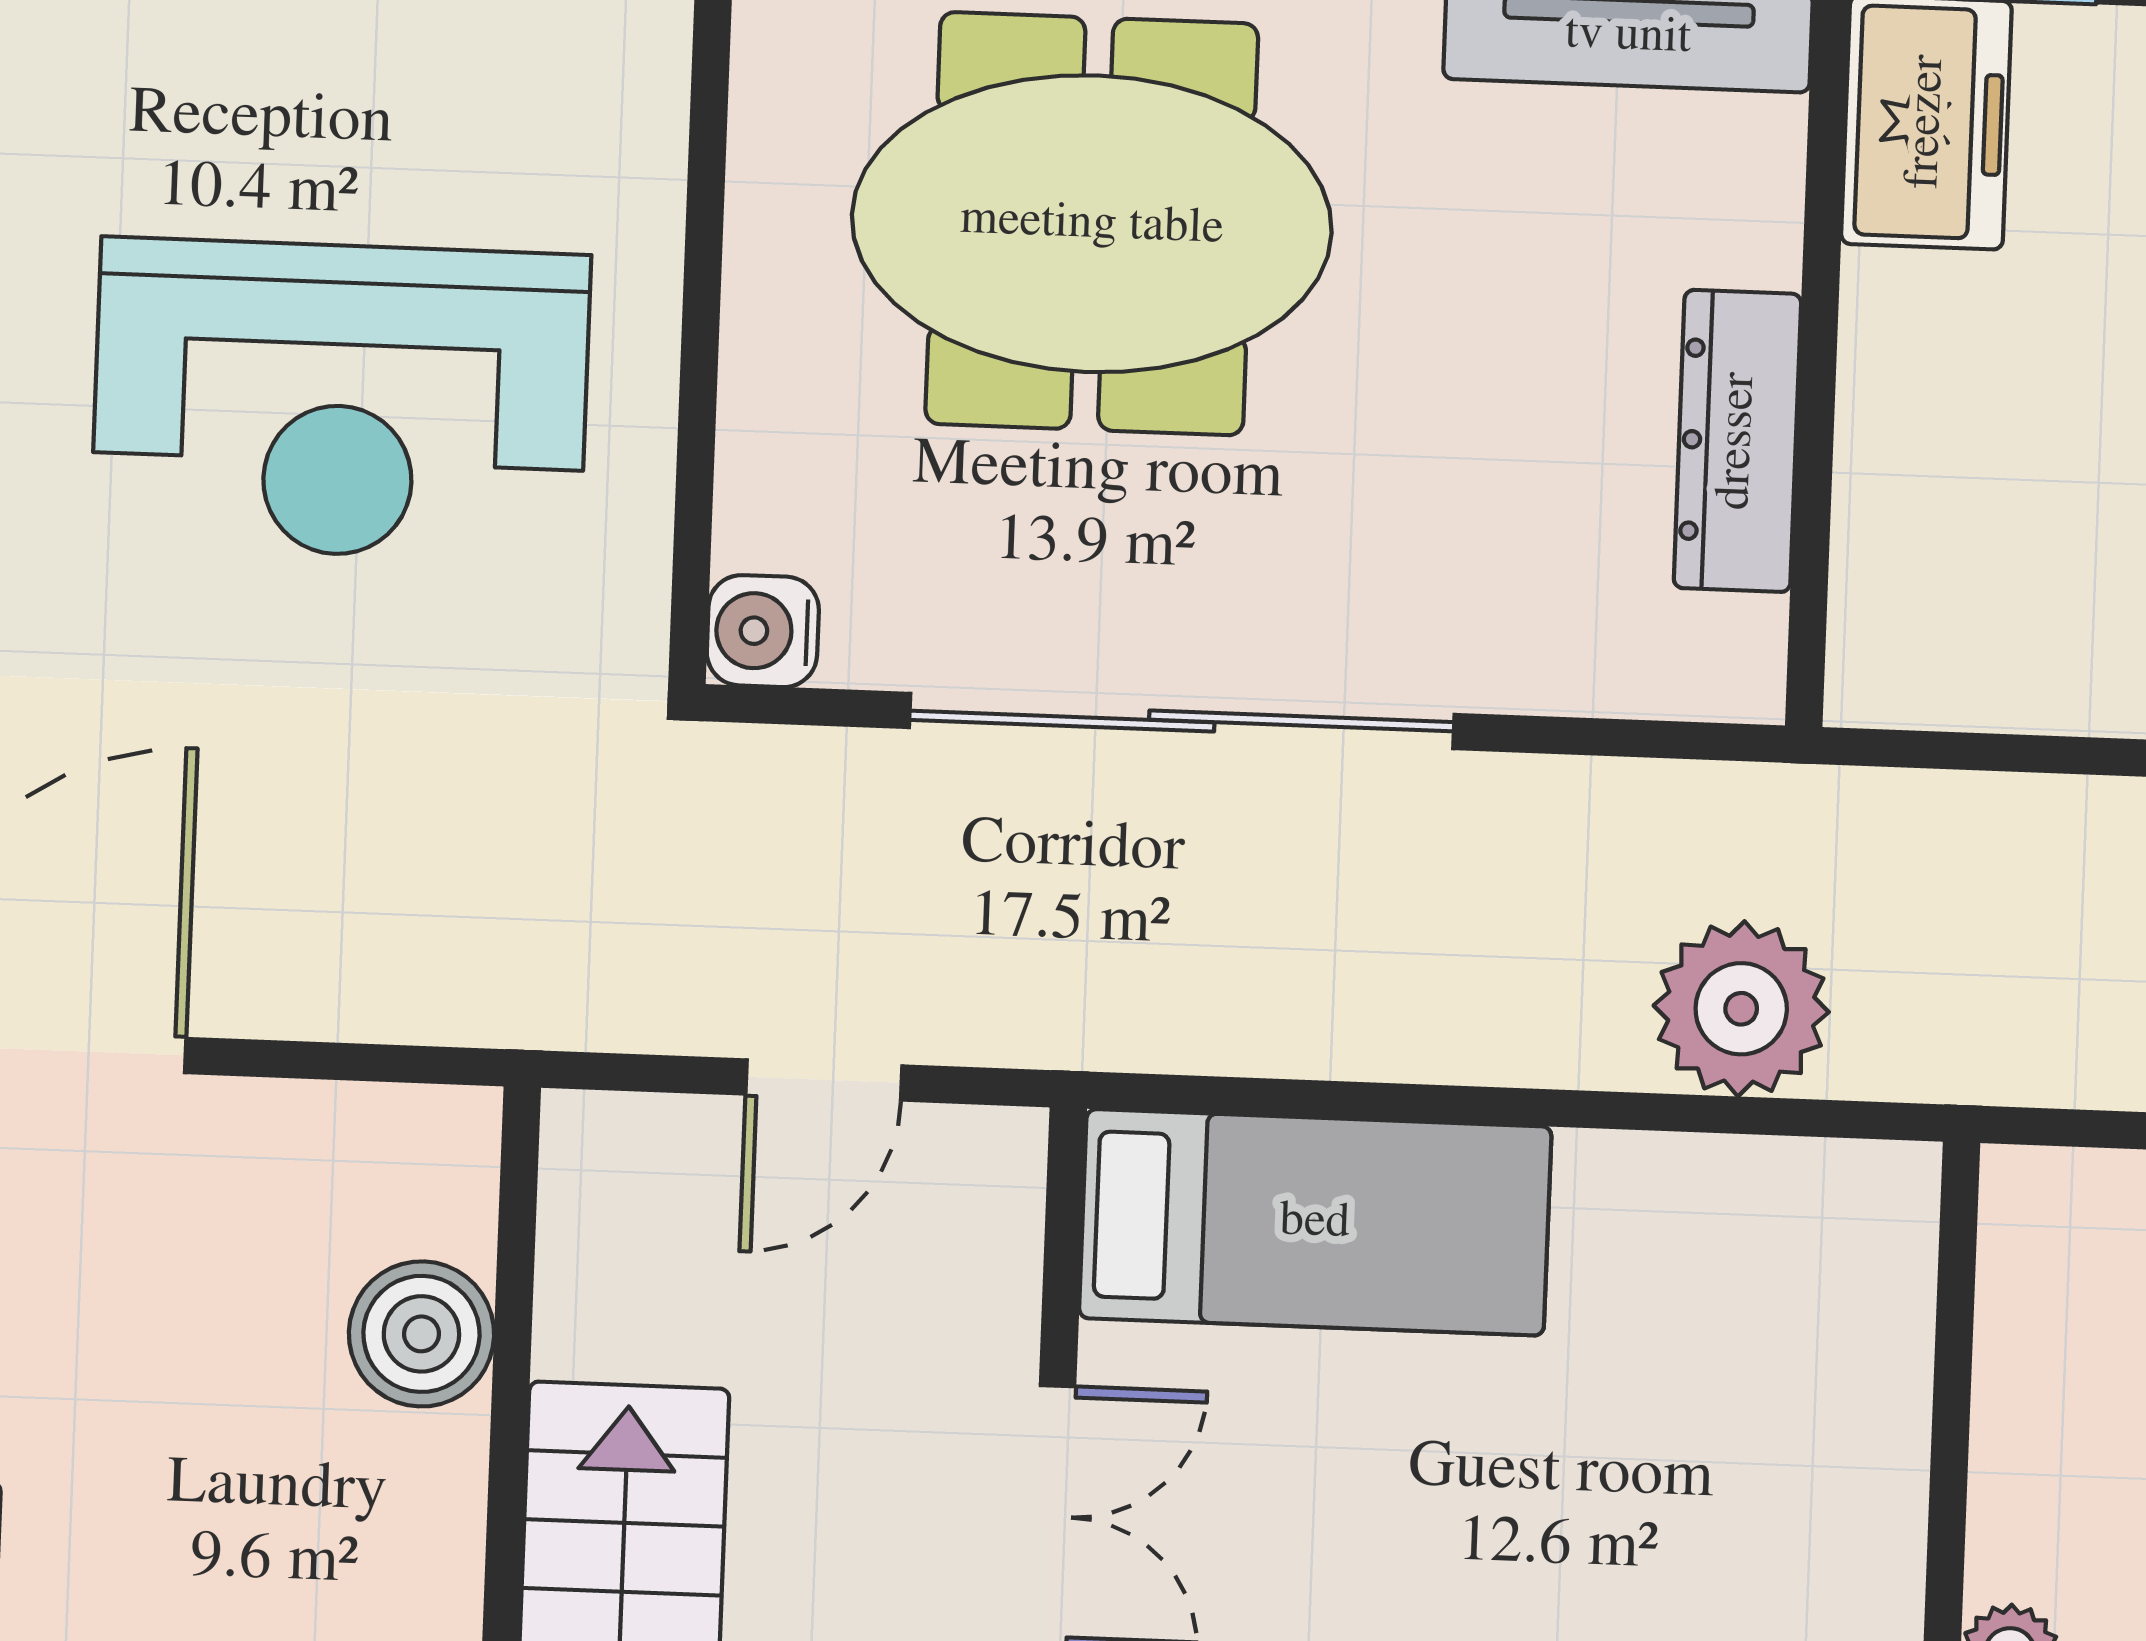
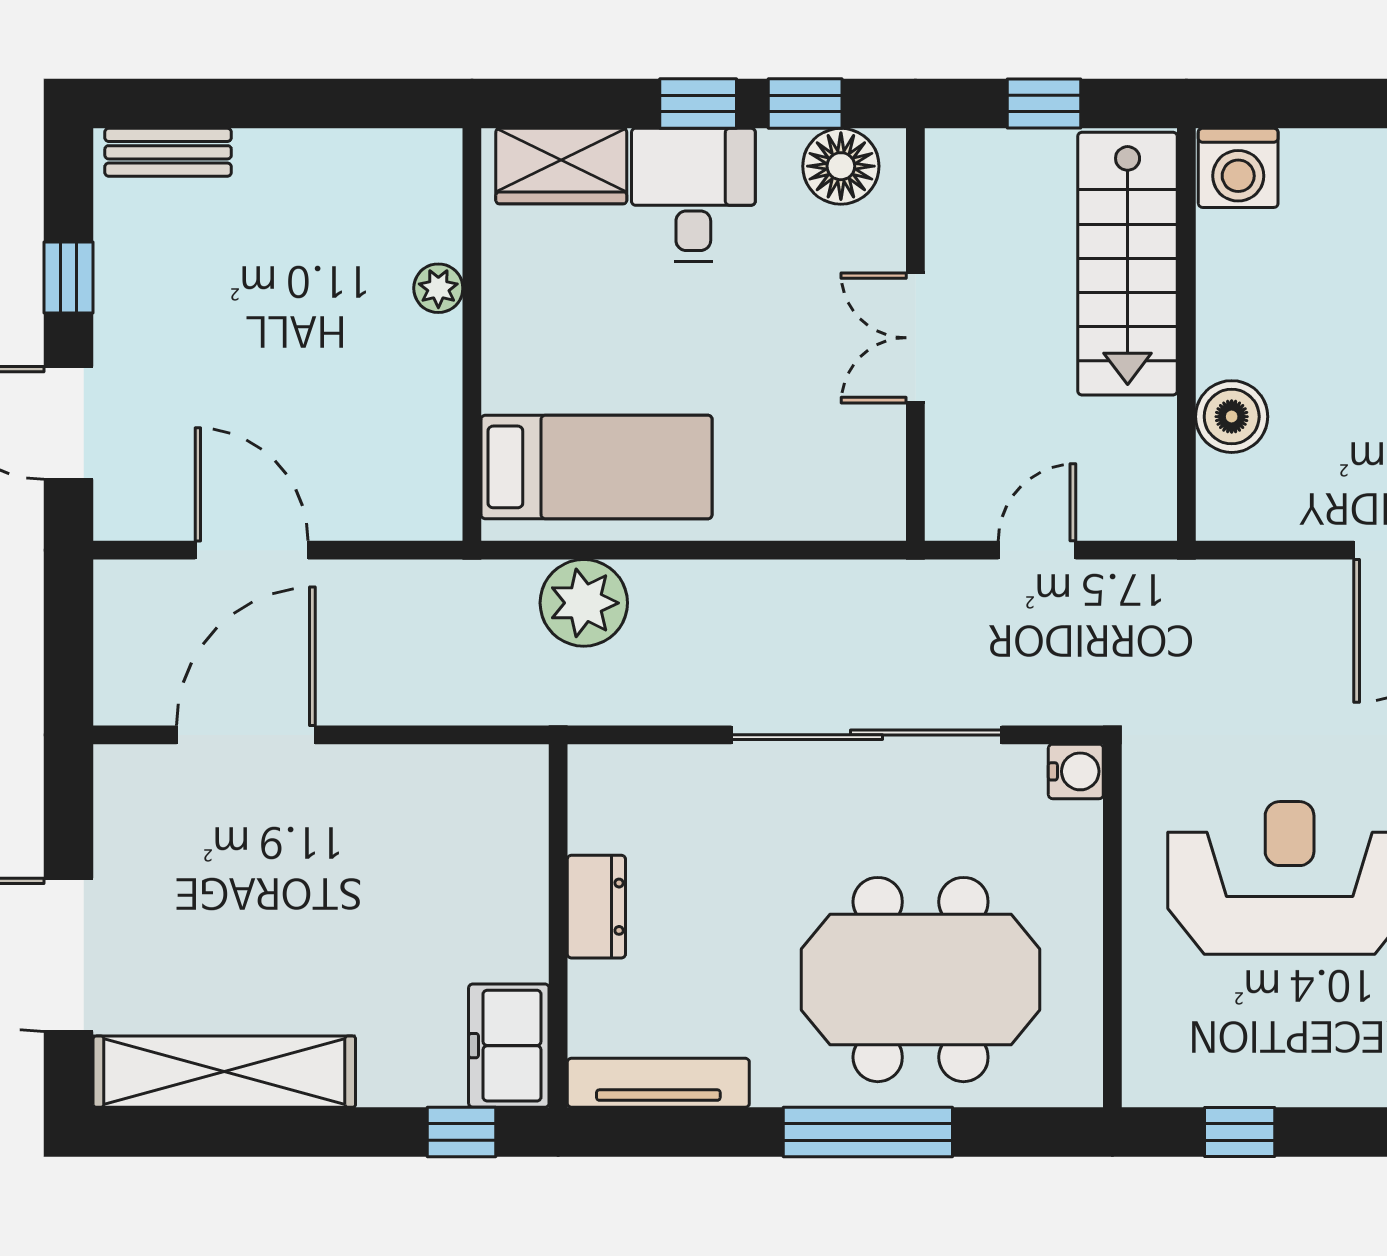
dresser: (1737, 441) -> (596, 907), width x0.70
bed: (1315, 1222) -> (597, 467), moved, turned 180

